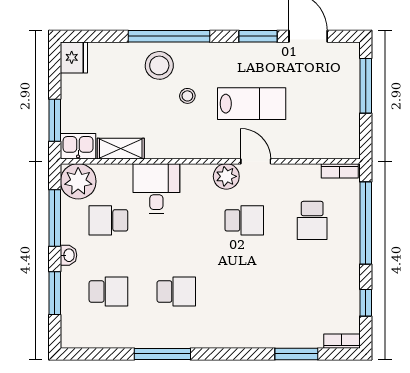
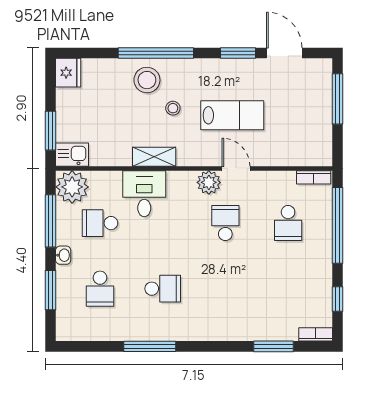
shelving: (121, 149) -> (154, 157), moved
school desk: (244, 220) -> (225, 223), turned -90
school desk: (108, 291) -> (100, 289), turned 90

